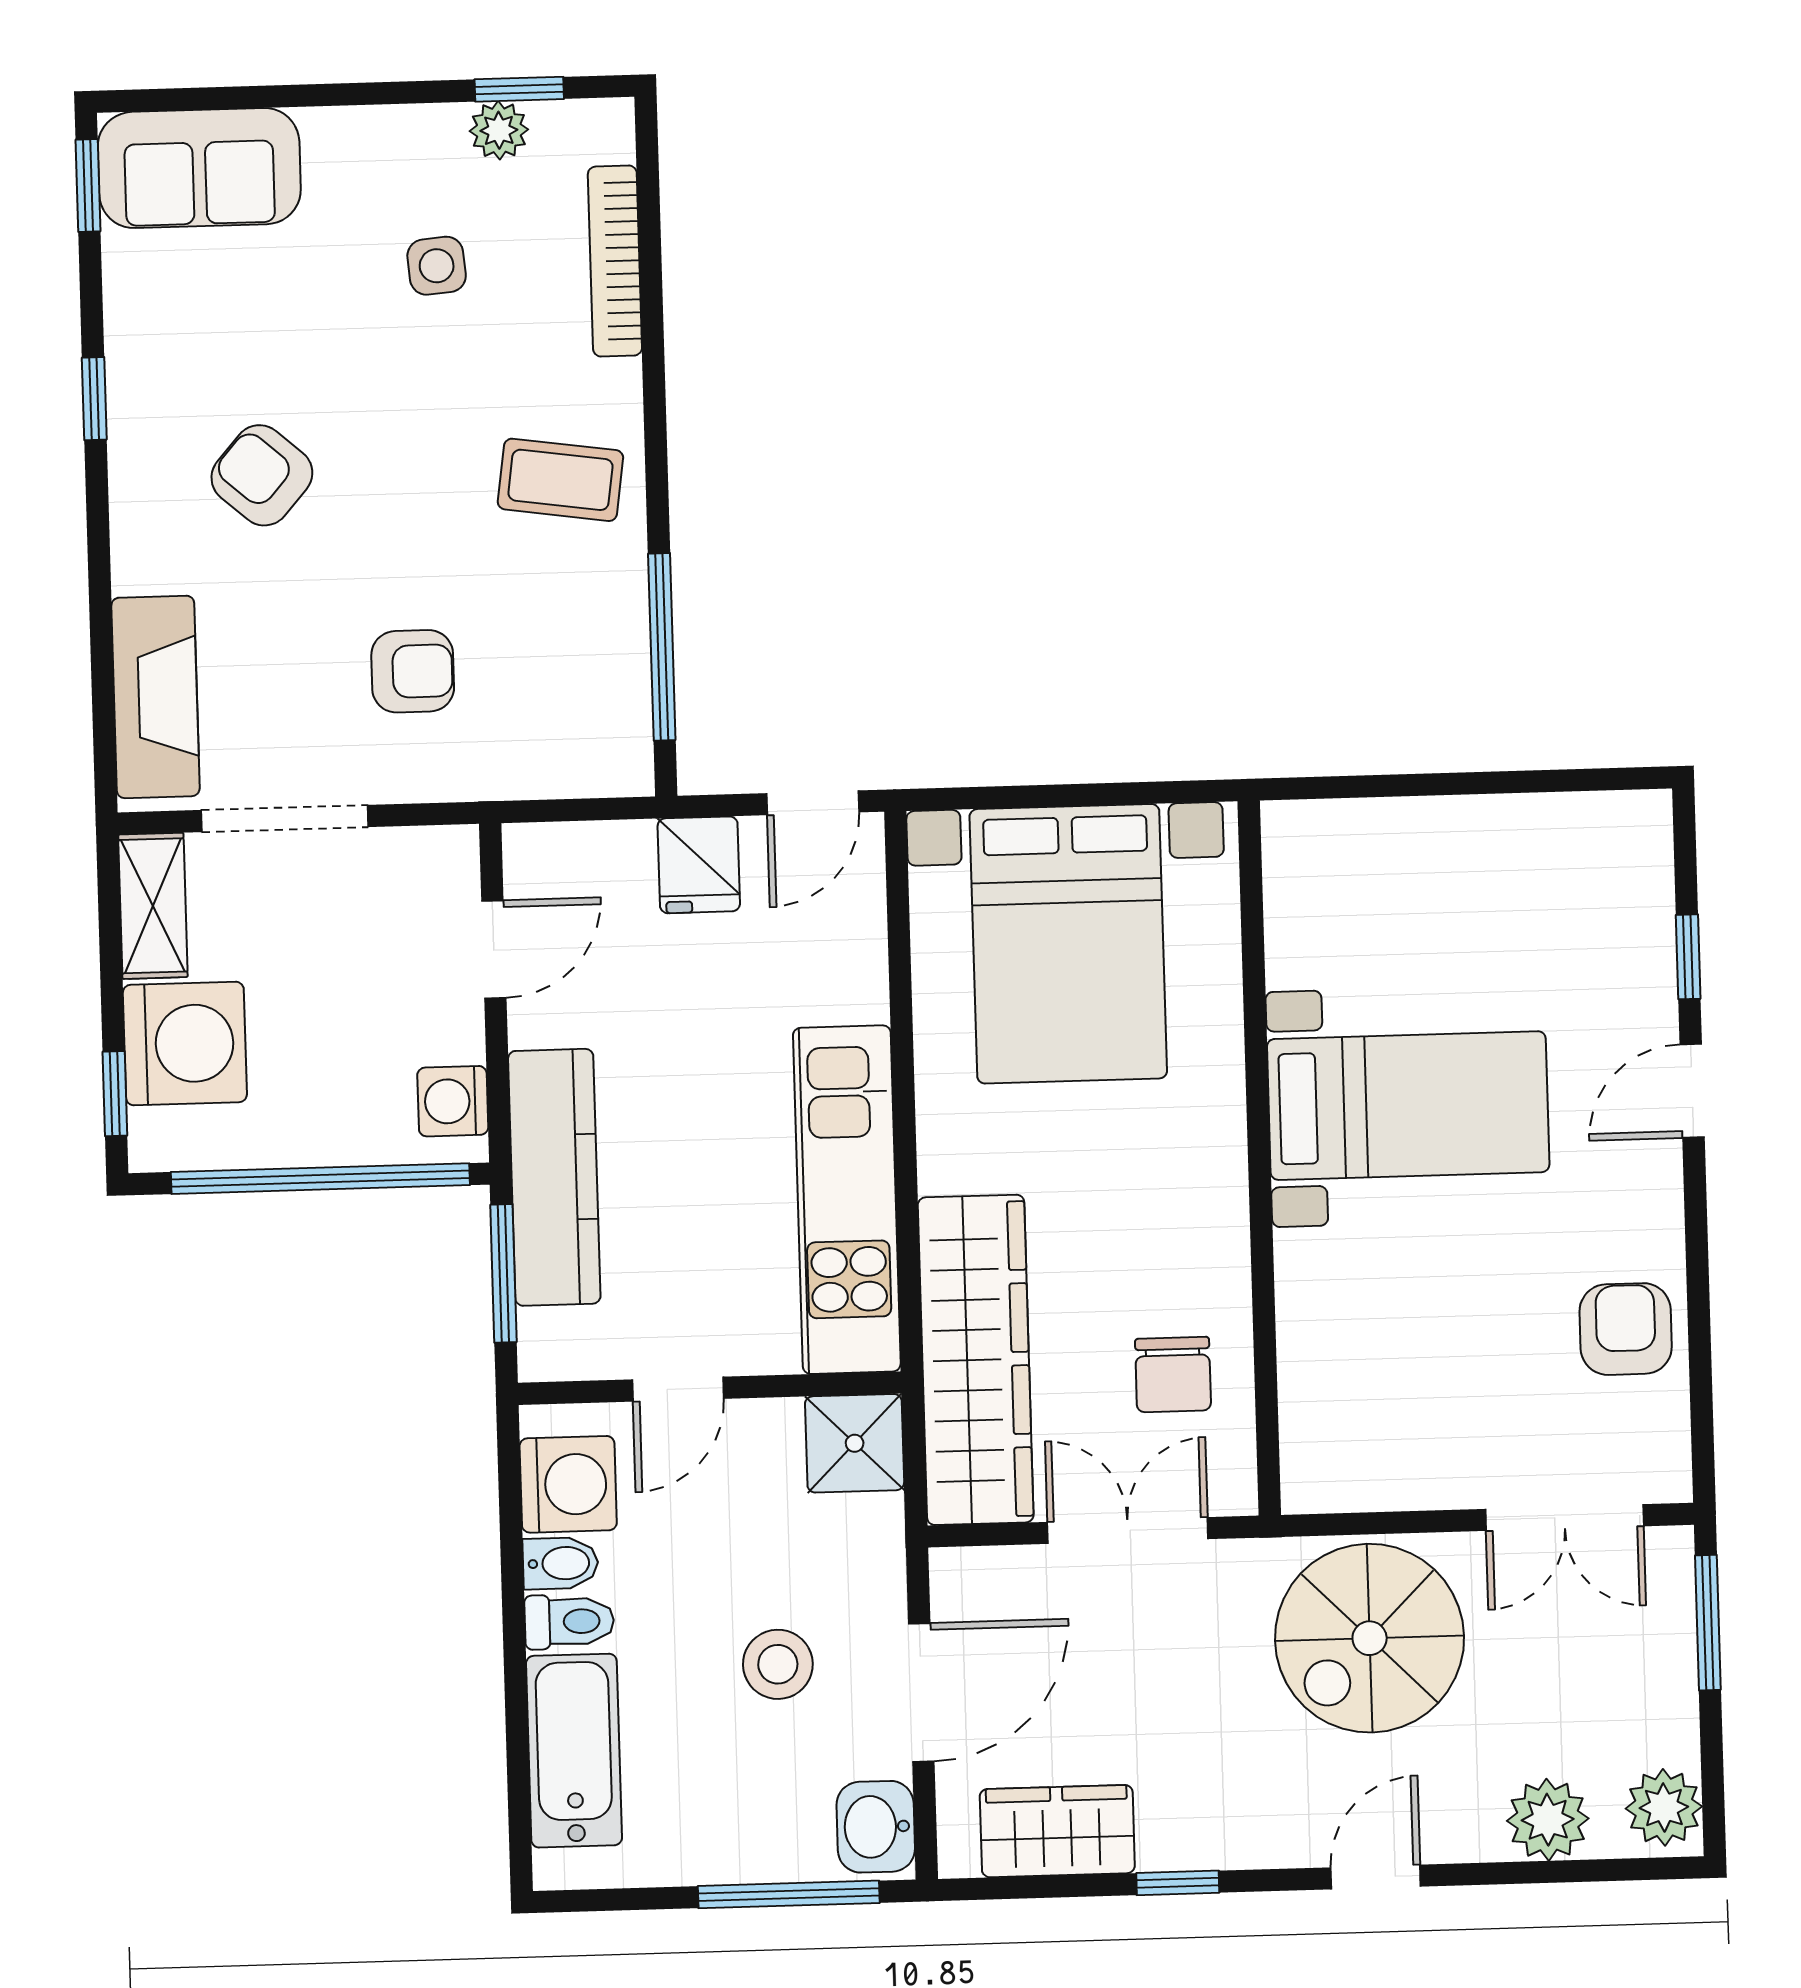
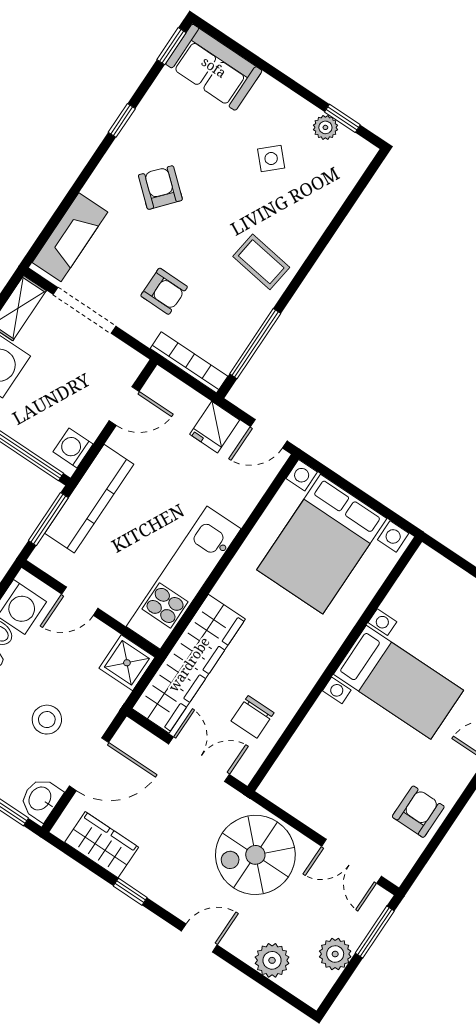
bookcase: (615, 261) -> (189, 362), moved, turned 90
side table: (437, 266) -> (271, 159), turned -38
plant: (1664, 1807) -> (335, 954), moved

